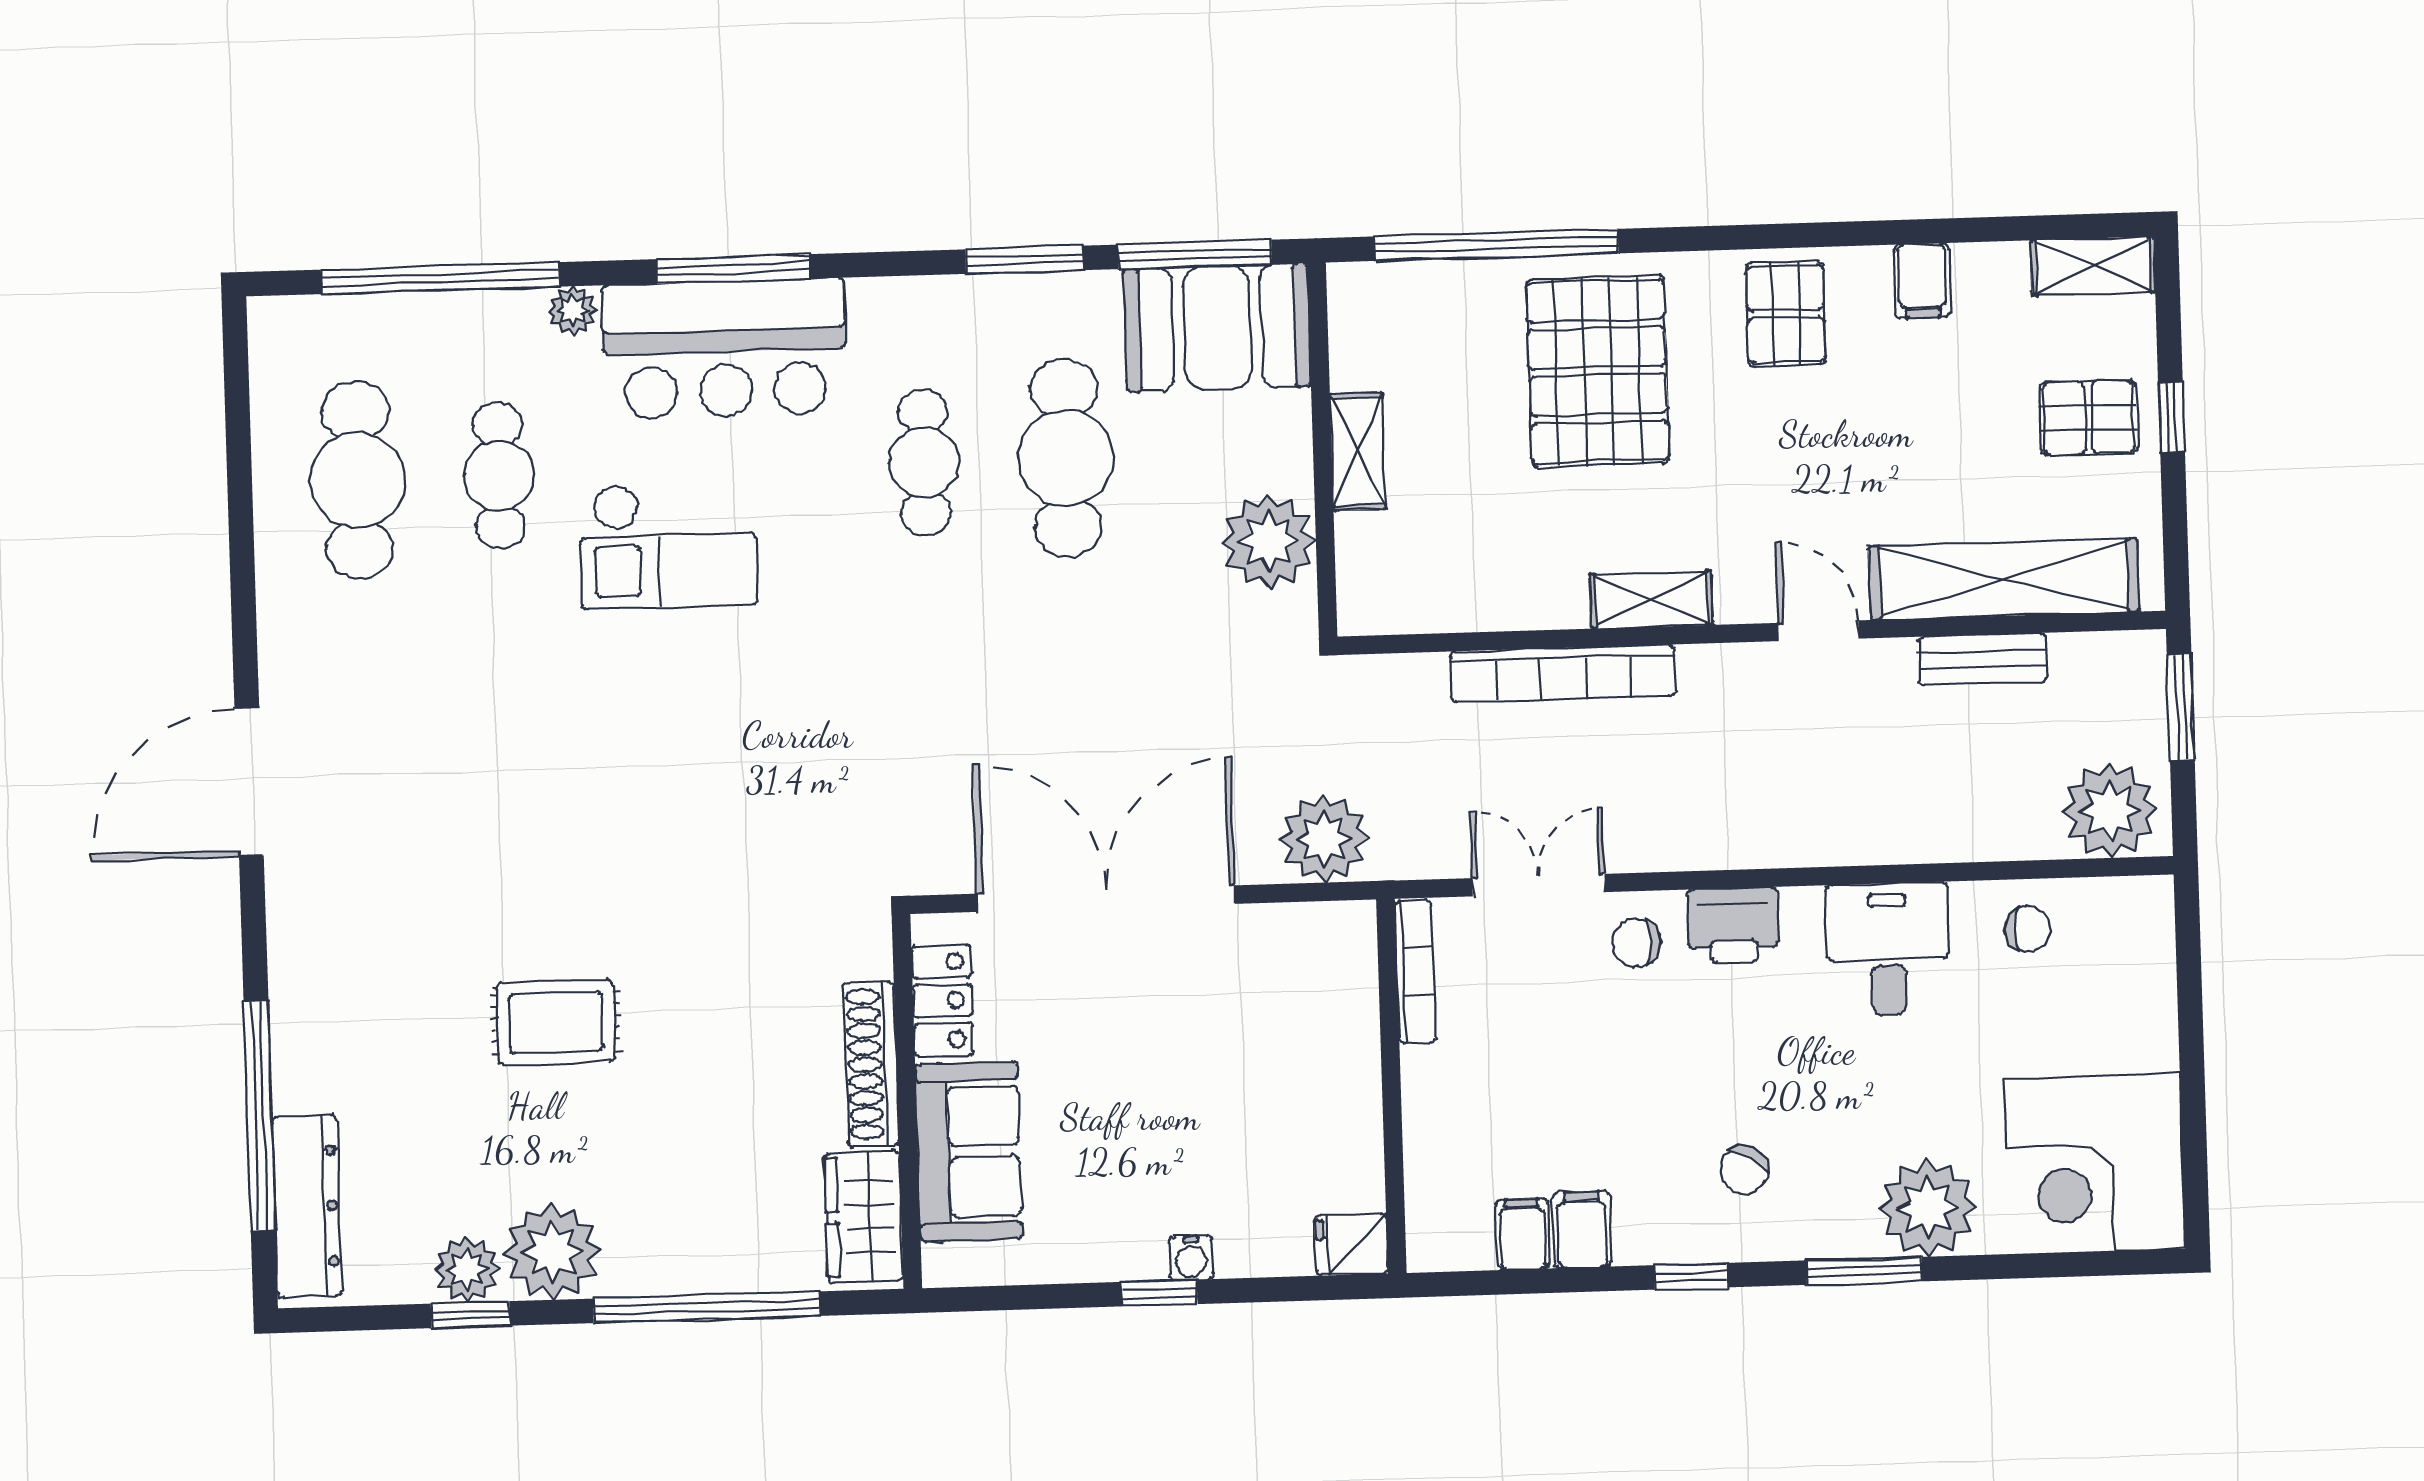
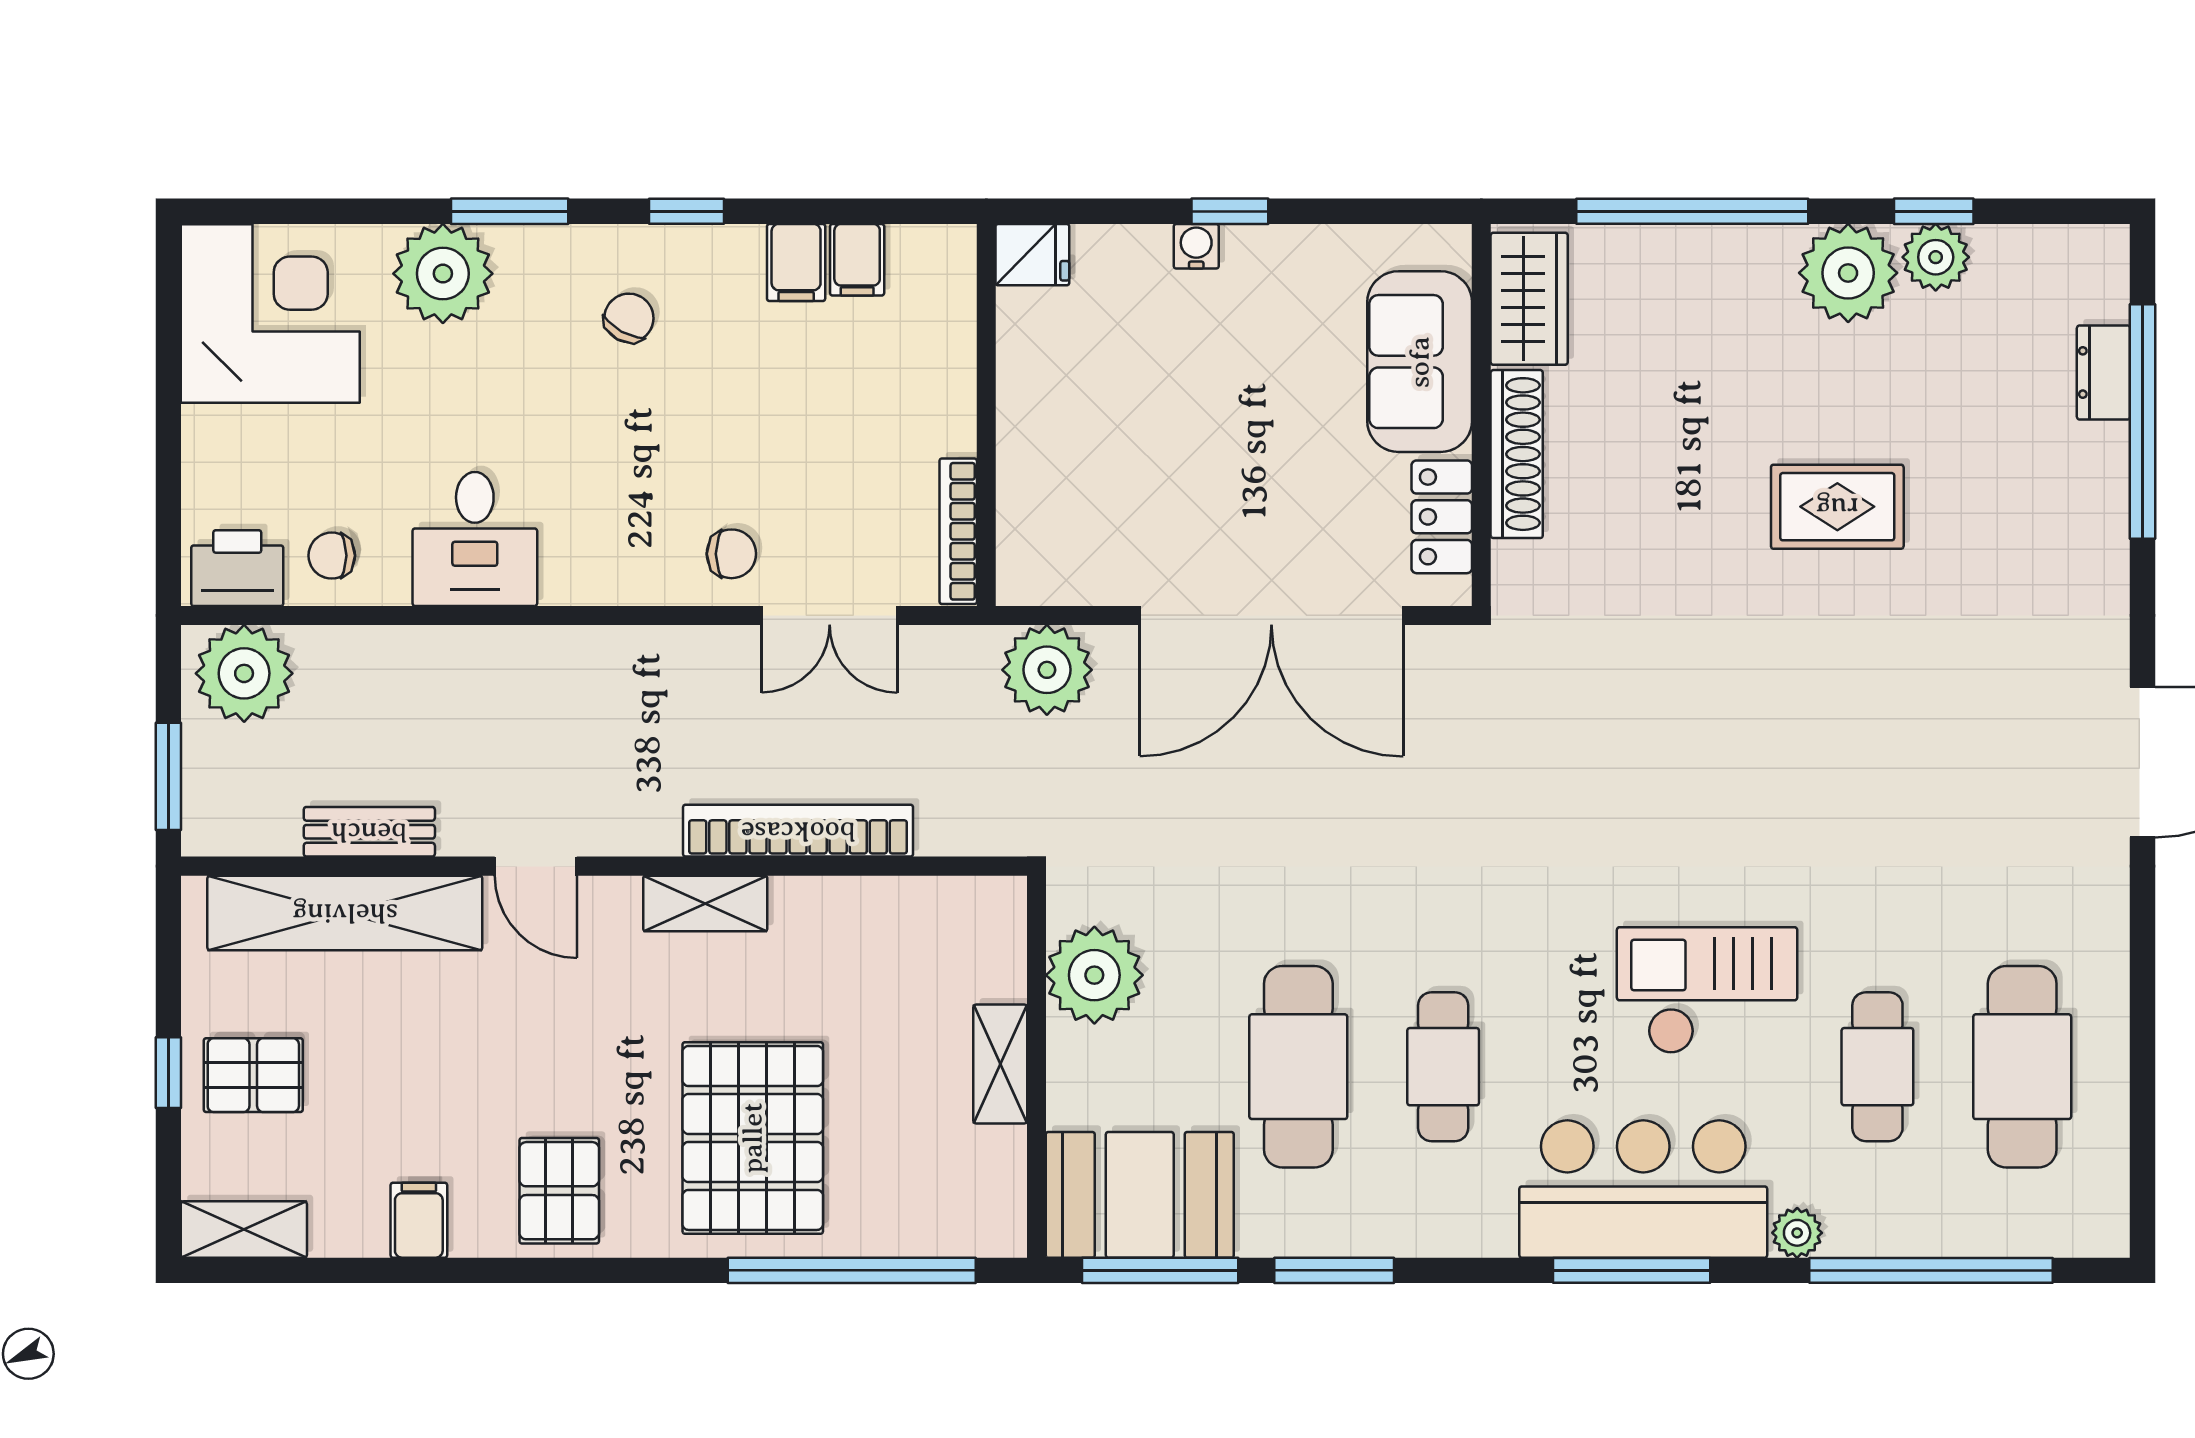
printer: (1733, 925) -> (237, 568), moved
dresser: (307, 1206) -> (2103, 372), width x0.51, depth x0.80

